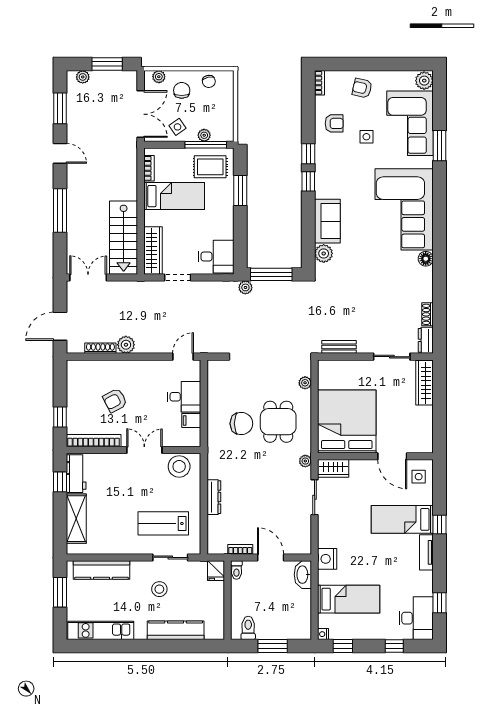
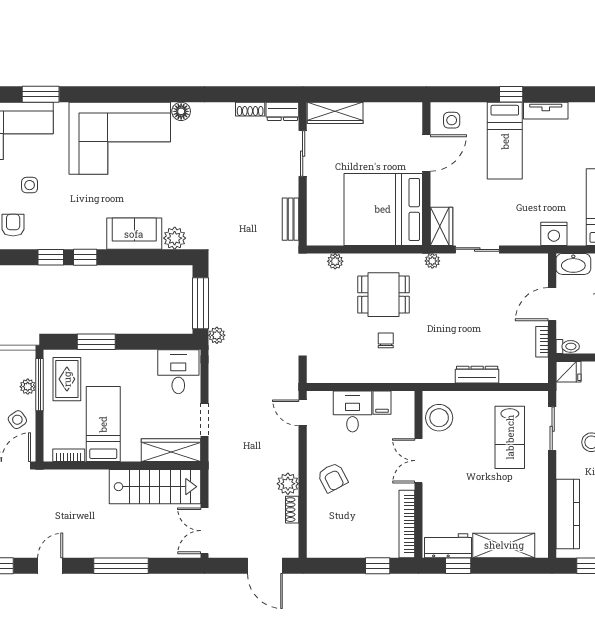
shoe rack: (100, 348) -> (292, 510), width x0.70
armchair: (115, 400) -> (333, 477), moved
chair: (241, 424) -> (386, 340), width x0.54, depth x0.54

